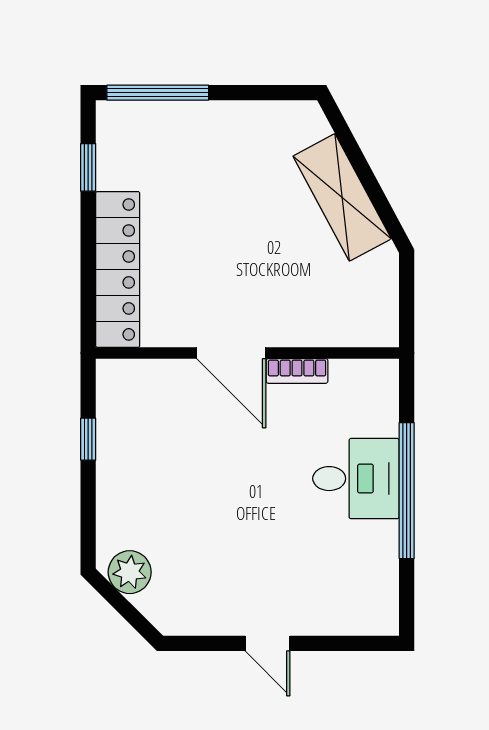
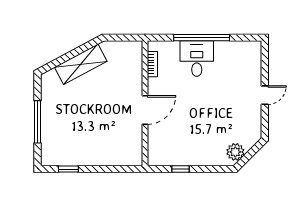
window: (158, 93) -> (38, 122), moved
locker: (118, 269) -> (110, 157), removed
bookcase: (297, 371) -> (152, 64), moved

